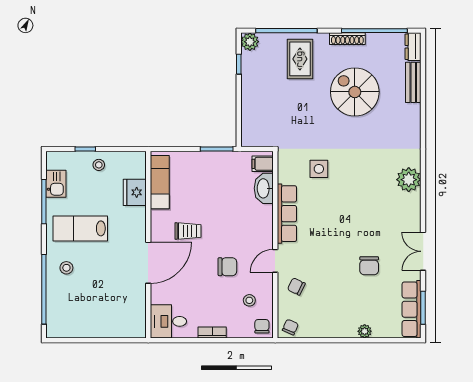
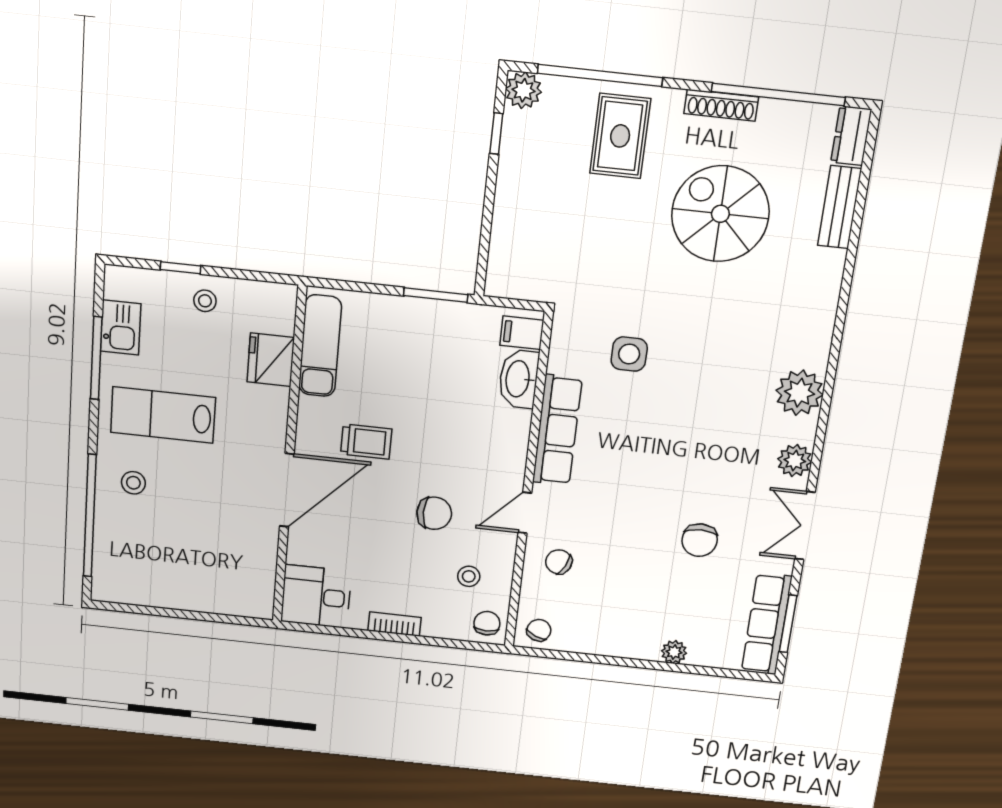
plant: (412, 216) -> (795, 461), added

